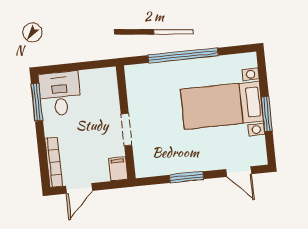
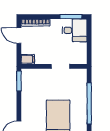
doorway: (127, 130) -> (61, 66), moved
window: (186, 177) -> (19, 81), moved

